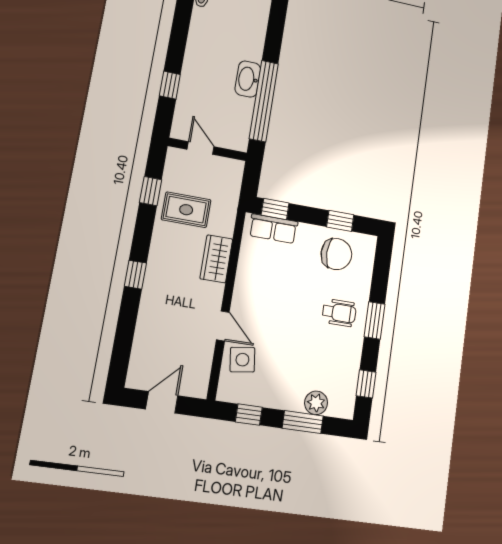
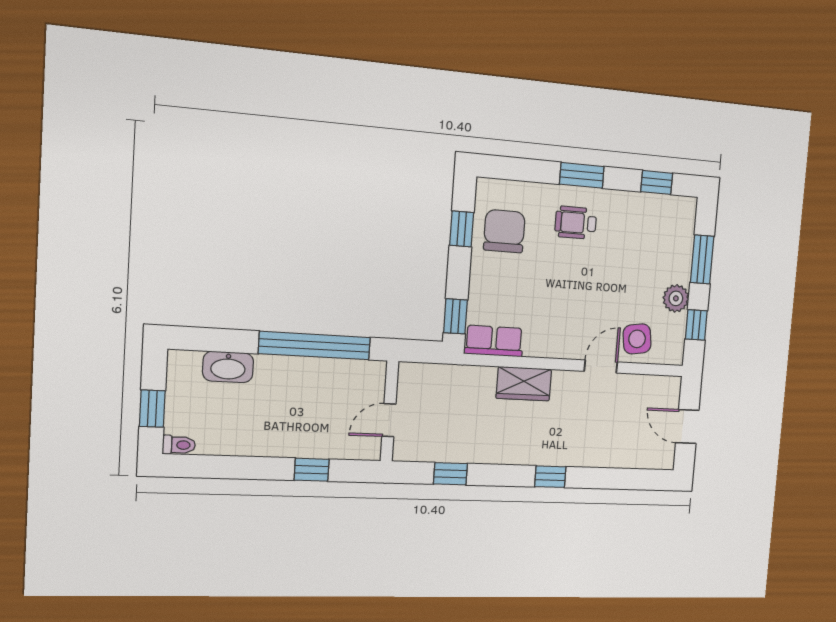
washbasin: (248, 79) -> (228, 367), moved
rug: (186, 210) -> (468, 428), removed
row of seats: (273, 229) -> (494, 341), moved, turned -90
wheelchair: (339, 313) -> (576, 223), turned -90
plant: (316, 403) -> (676, 298), moved

